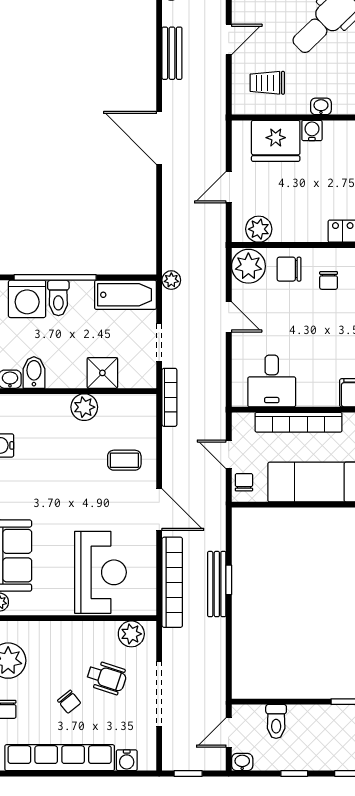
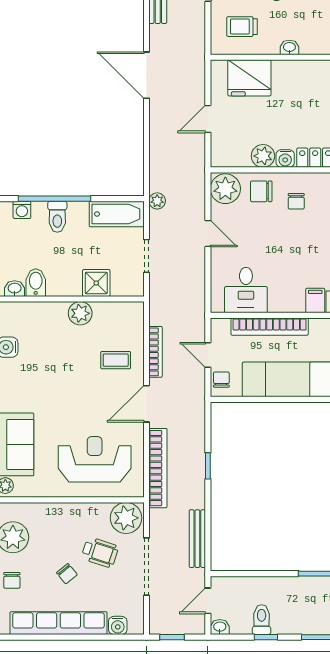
water cooler: (312, 130) -> (285, 159), moved, turned 180
plant: (259, 229) -> (263, 156), moved
washing machine: (27, 299) -> (22, 210), width x0.53, depth x0.53
bookcase: (169, 397) -> (155, 352), moved
door: (159, 510) -> (146, 404), swing flipped
reception desk: (100, 572) -> (95, 459), turned -90
bench: (217, 584) -> (197, 539), moved
plant: (131, 634) -> (126, 518), width x1.36, depth x1.36
toilet: (276, 721) -> (262, 620), moved, turned 180

